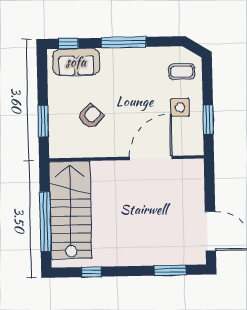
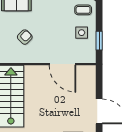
door: (151, 158) -> (62, 64), swing flipped

